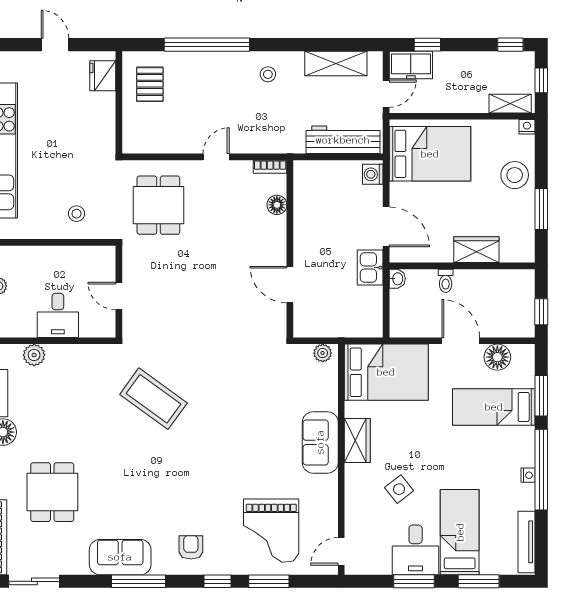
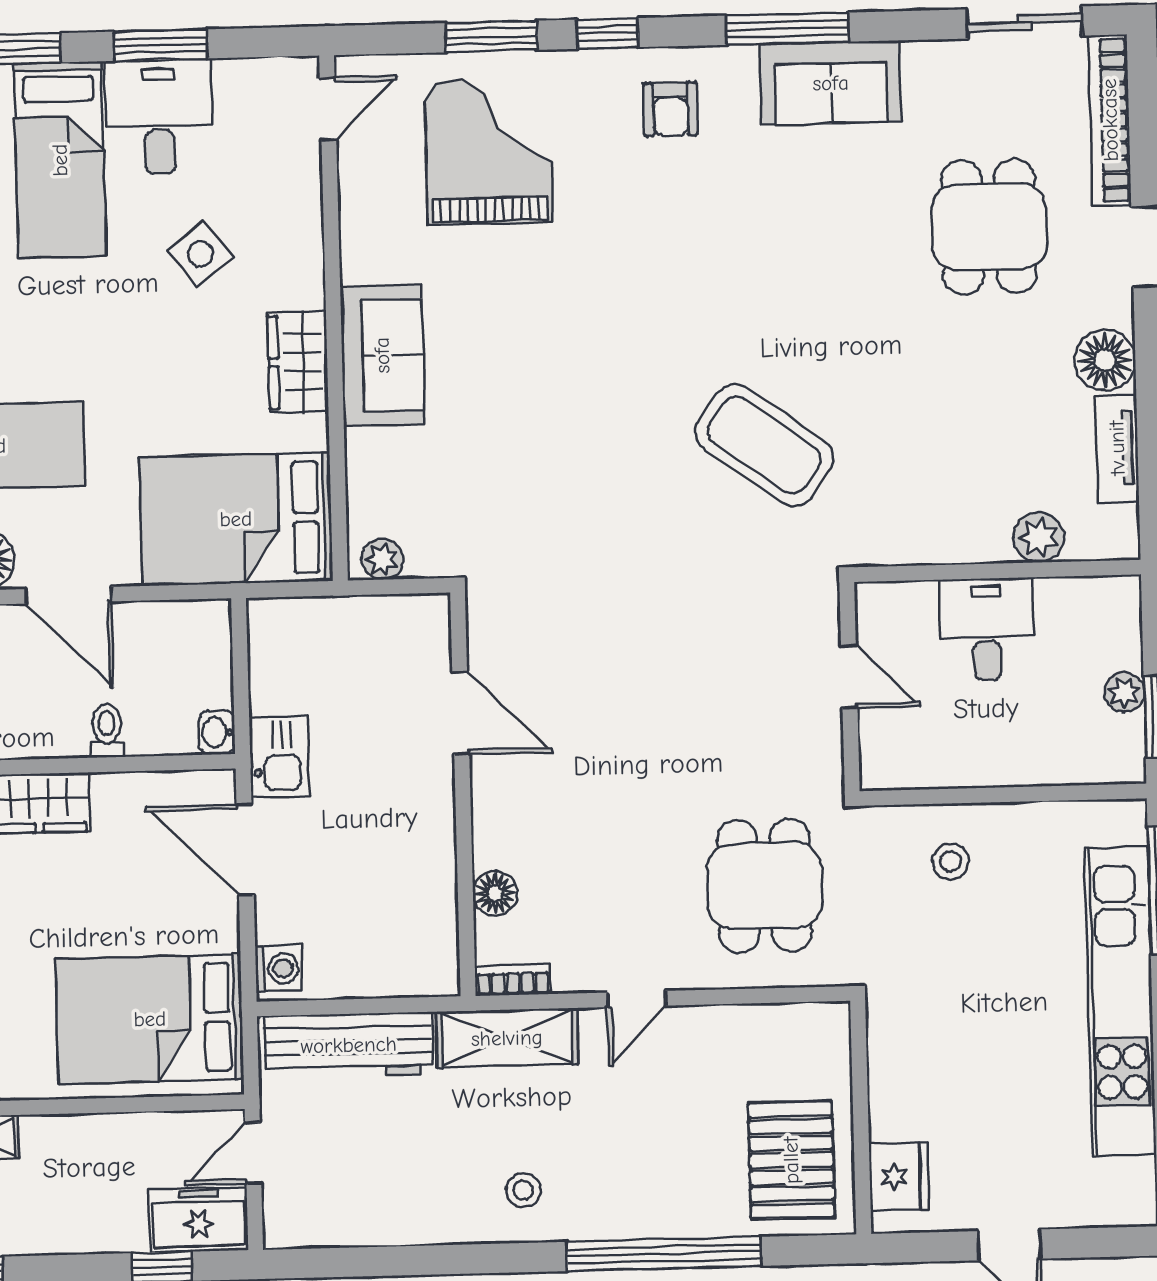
shelving: (336, 63) -> (507, 1038), moved
pallet: (150, 84) -> (791, 1160), width x1.50, depth x1.42

